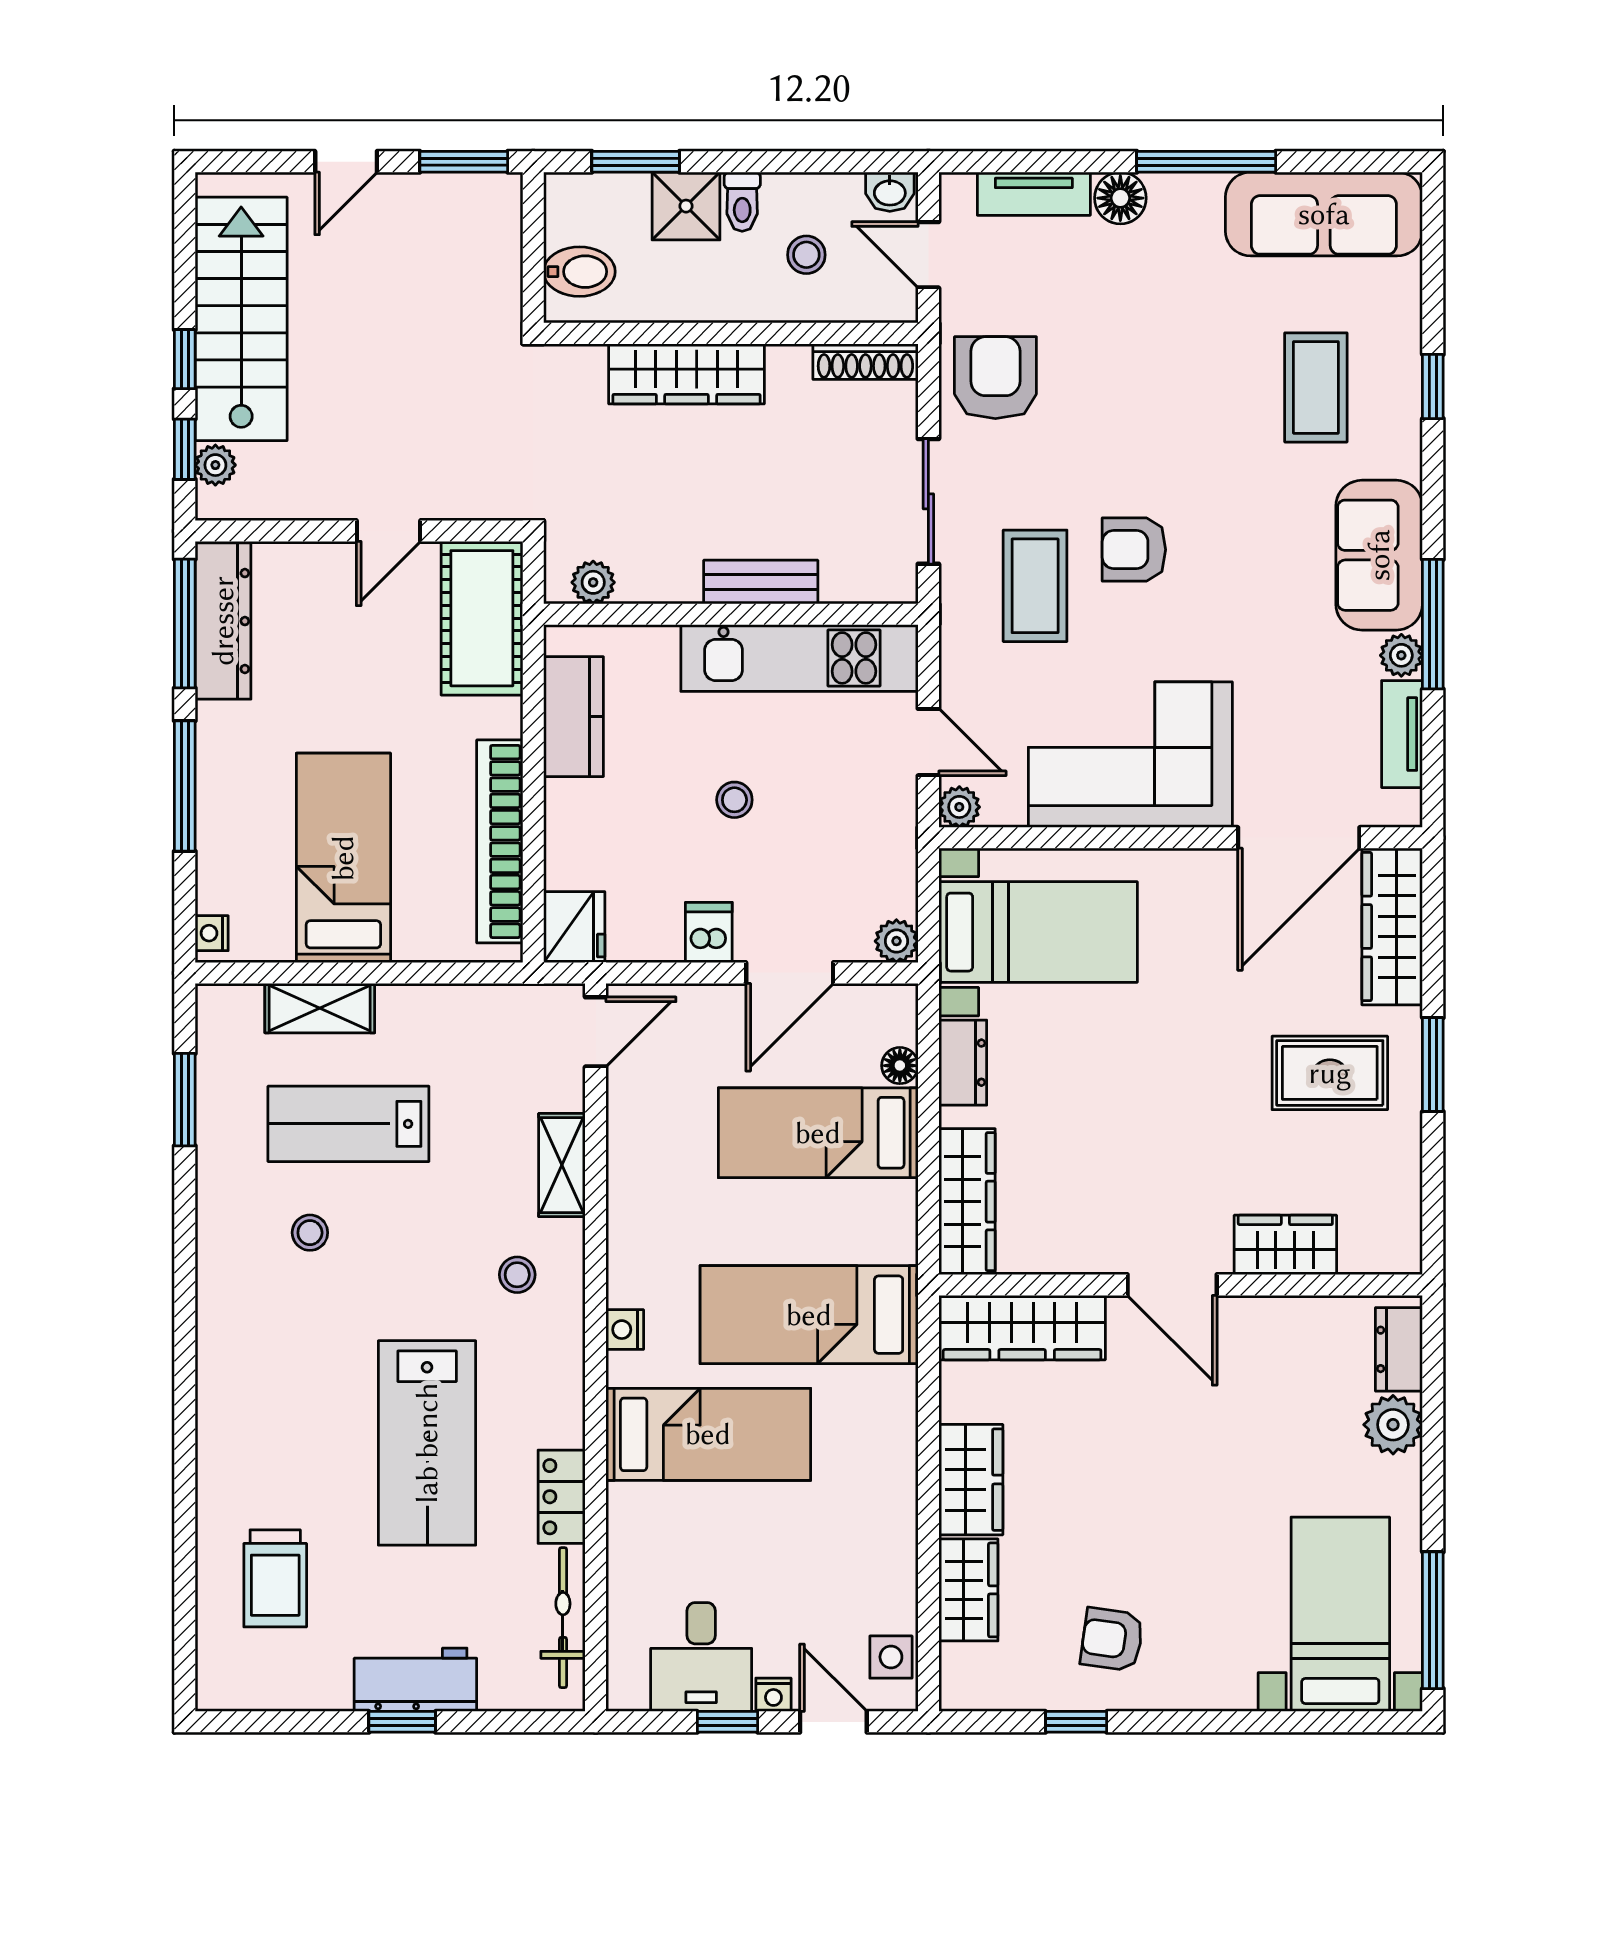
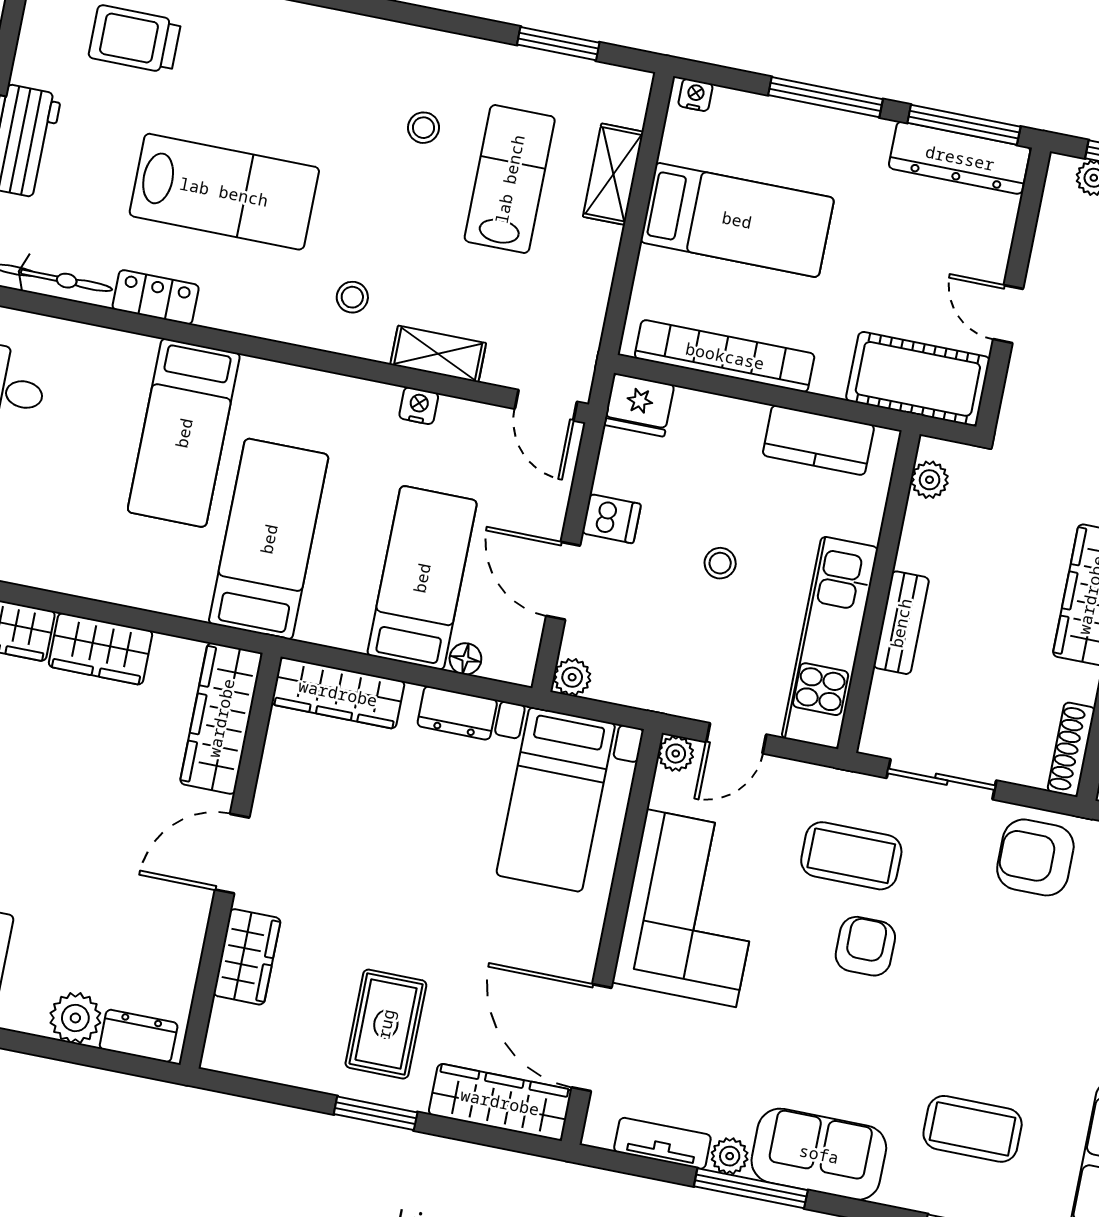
armchair: (995, 378) -> (1035, 857), turned 180
nightstand: (625, 1330) -> (419, 406), moved
lab bench: (427, 1443) -> (224, 192), turned 180

